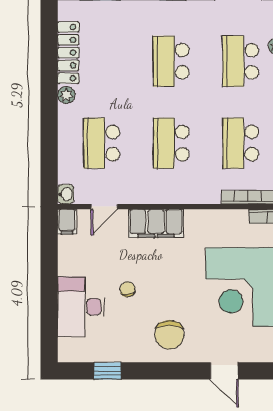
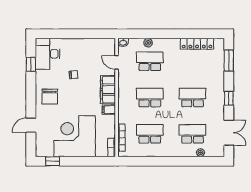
plant: (66, 95) -> (148, 43), moved
filing cabinet: (67, 222) -> (109, 110), moved
desk: (81, 307) -> (48, 54), moved, turned -90
chair: (169, 335) -> (50, 97), turned -90

